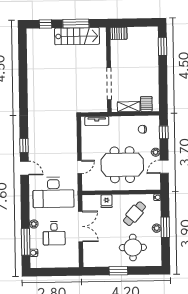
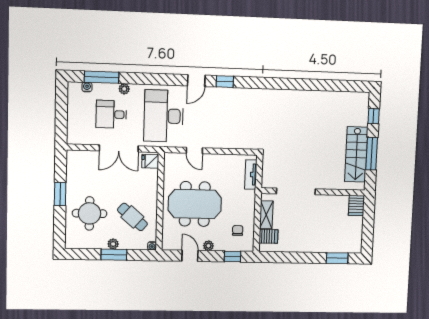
meeting table: (122, 165) -> (195, 204), turned 90
fridge: (107, 201) -> (150, 161), moved

